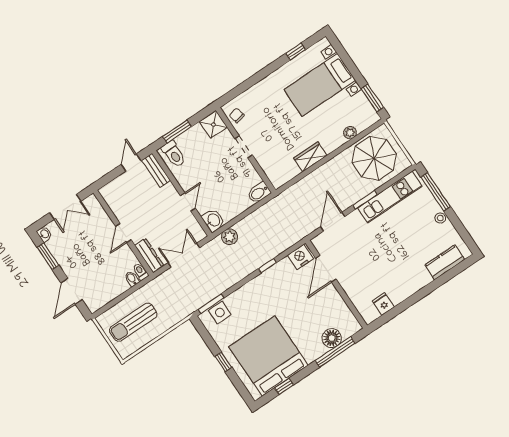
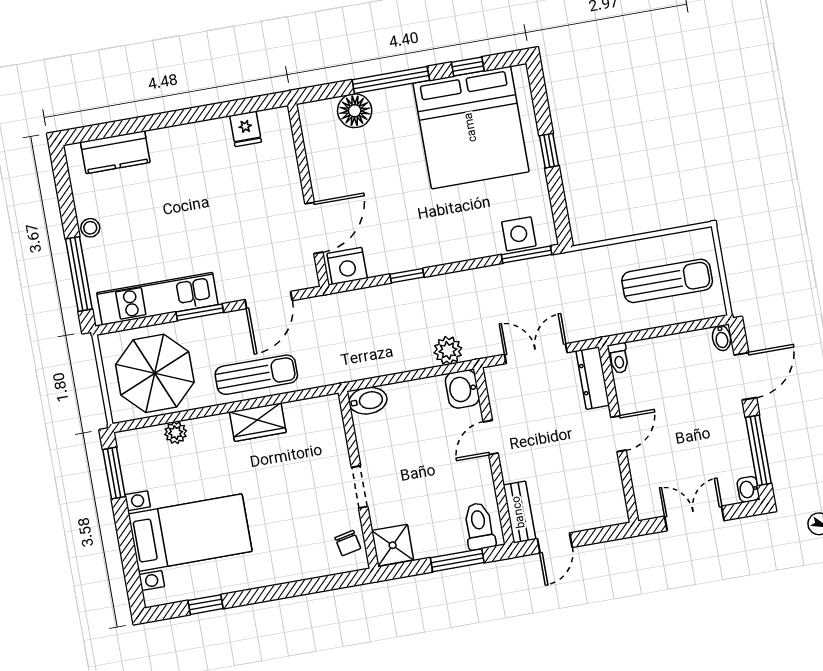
sun lounger: (322, 181) -> (256, 375), added
double door: (184, 255) -> (536, 354), swing flipped
window: (48, 256) -> (758, 450), width x1.44
bidet: (132, 279) -> (722, 338), moved
window: (335, 352) -> (391, 80), moved

